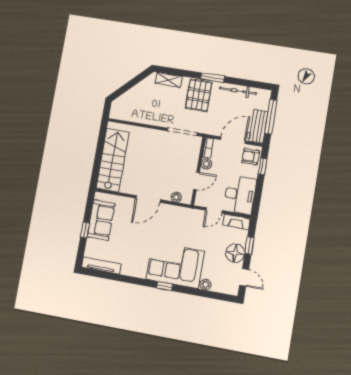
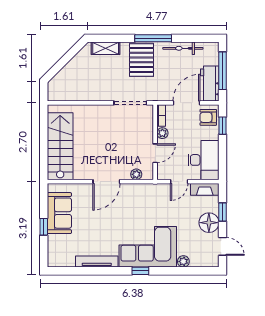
window: (213, 78) -> (153, 38), width x1.44
tv unit: (101, 266) -> (97, 262), moved

